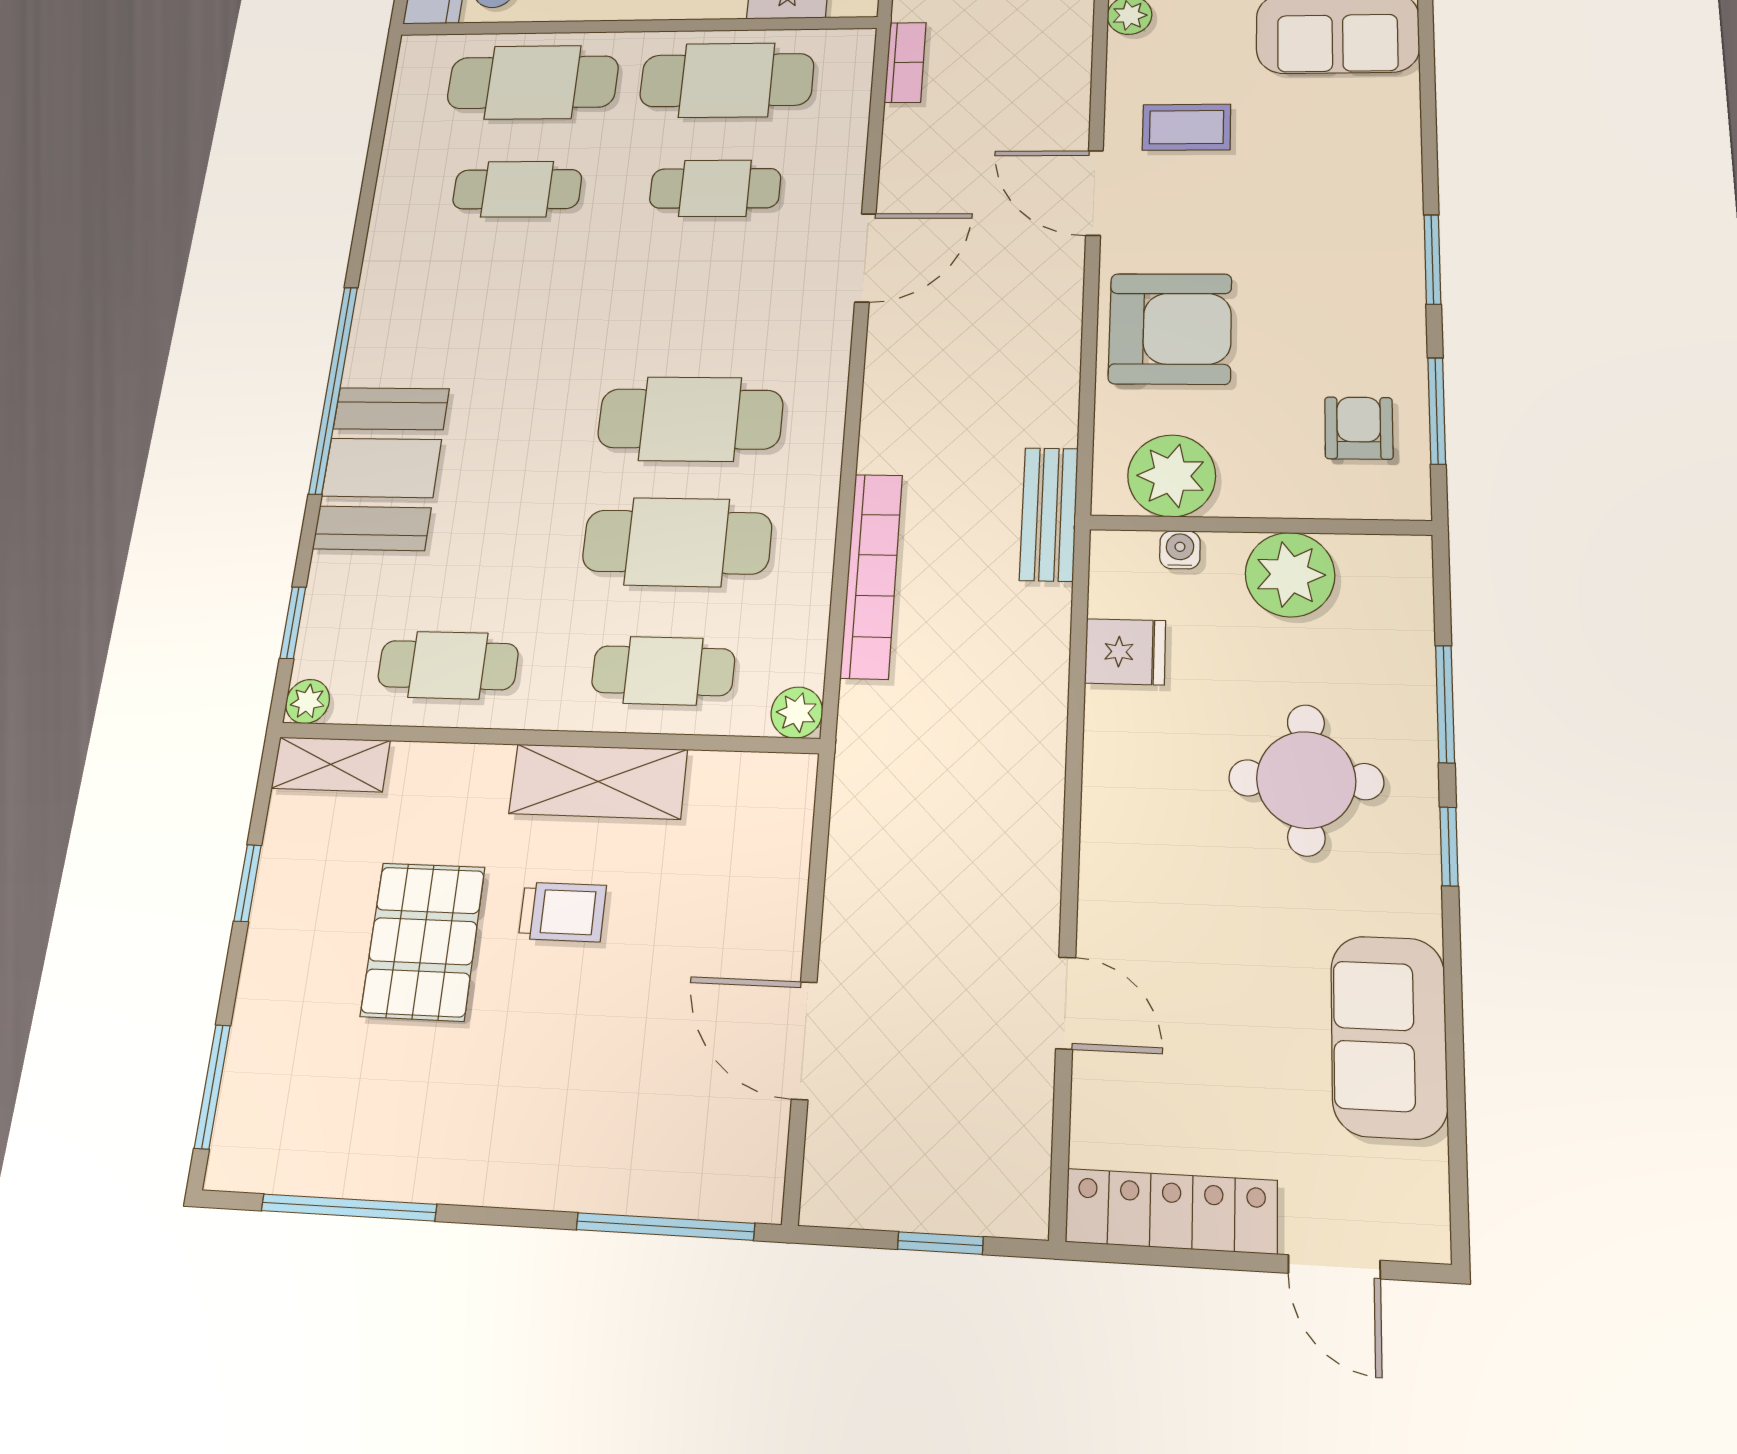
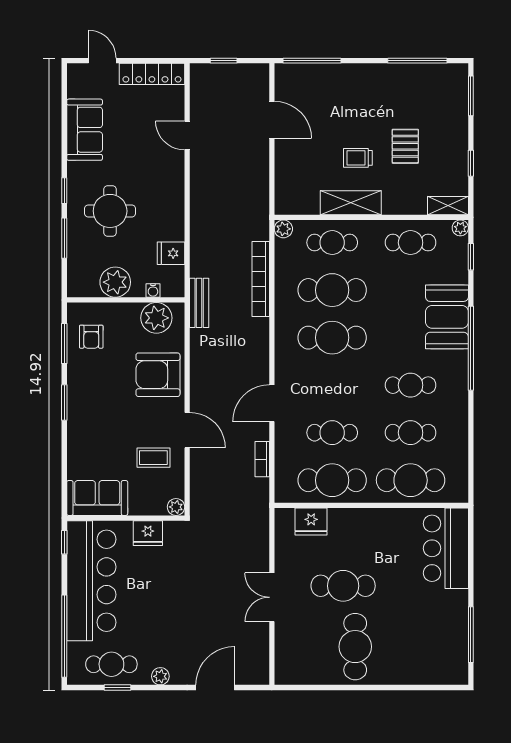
bookcase: (905, 62) -> (262, 459), moved
cafe table: (501, 301) -> (411, 385), added
pallet: (423, 941) -> (405, 146), width x0.67, depth x0.71

